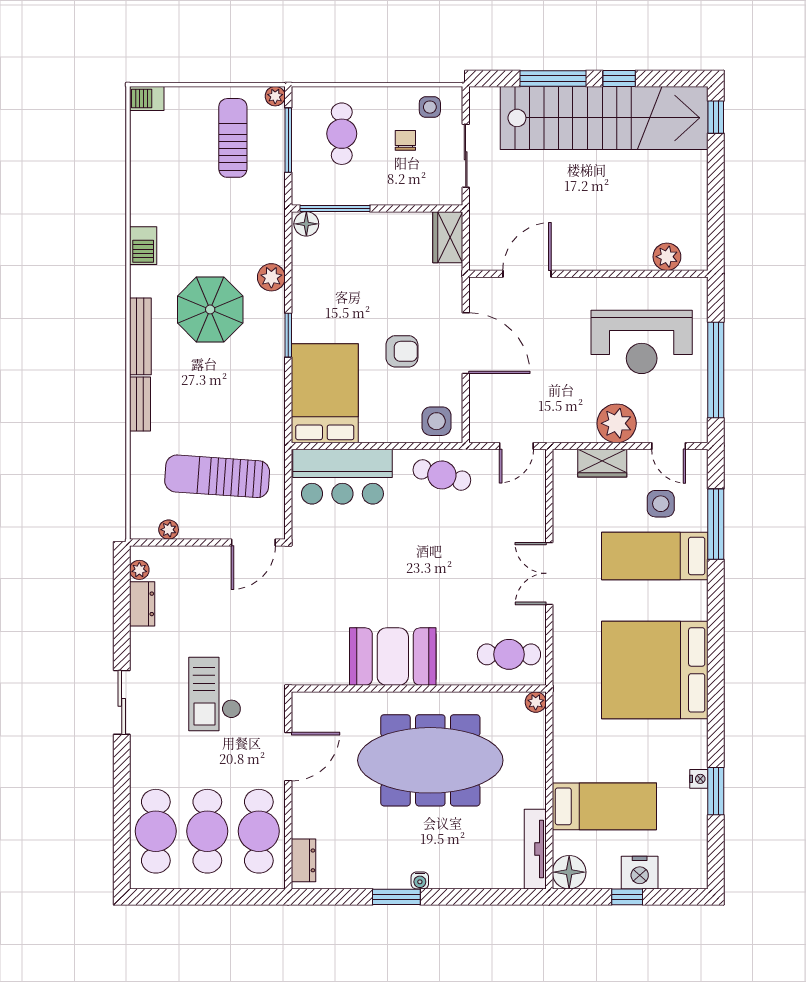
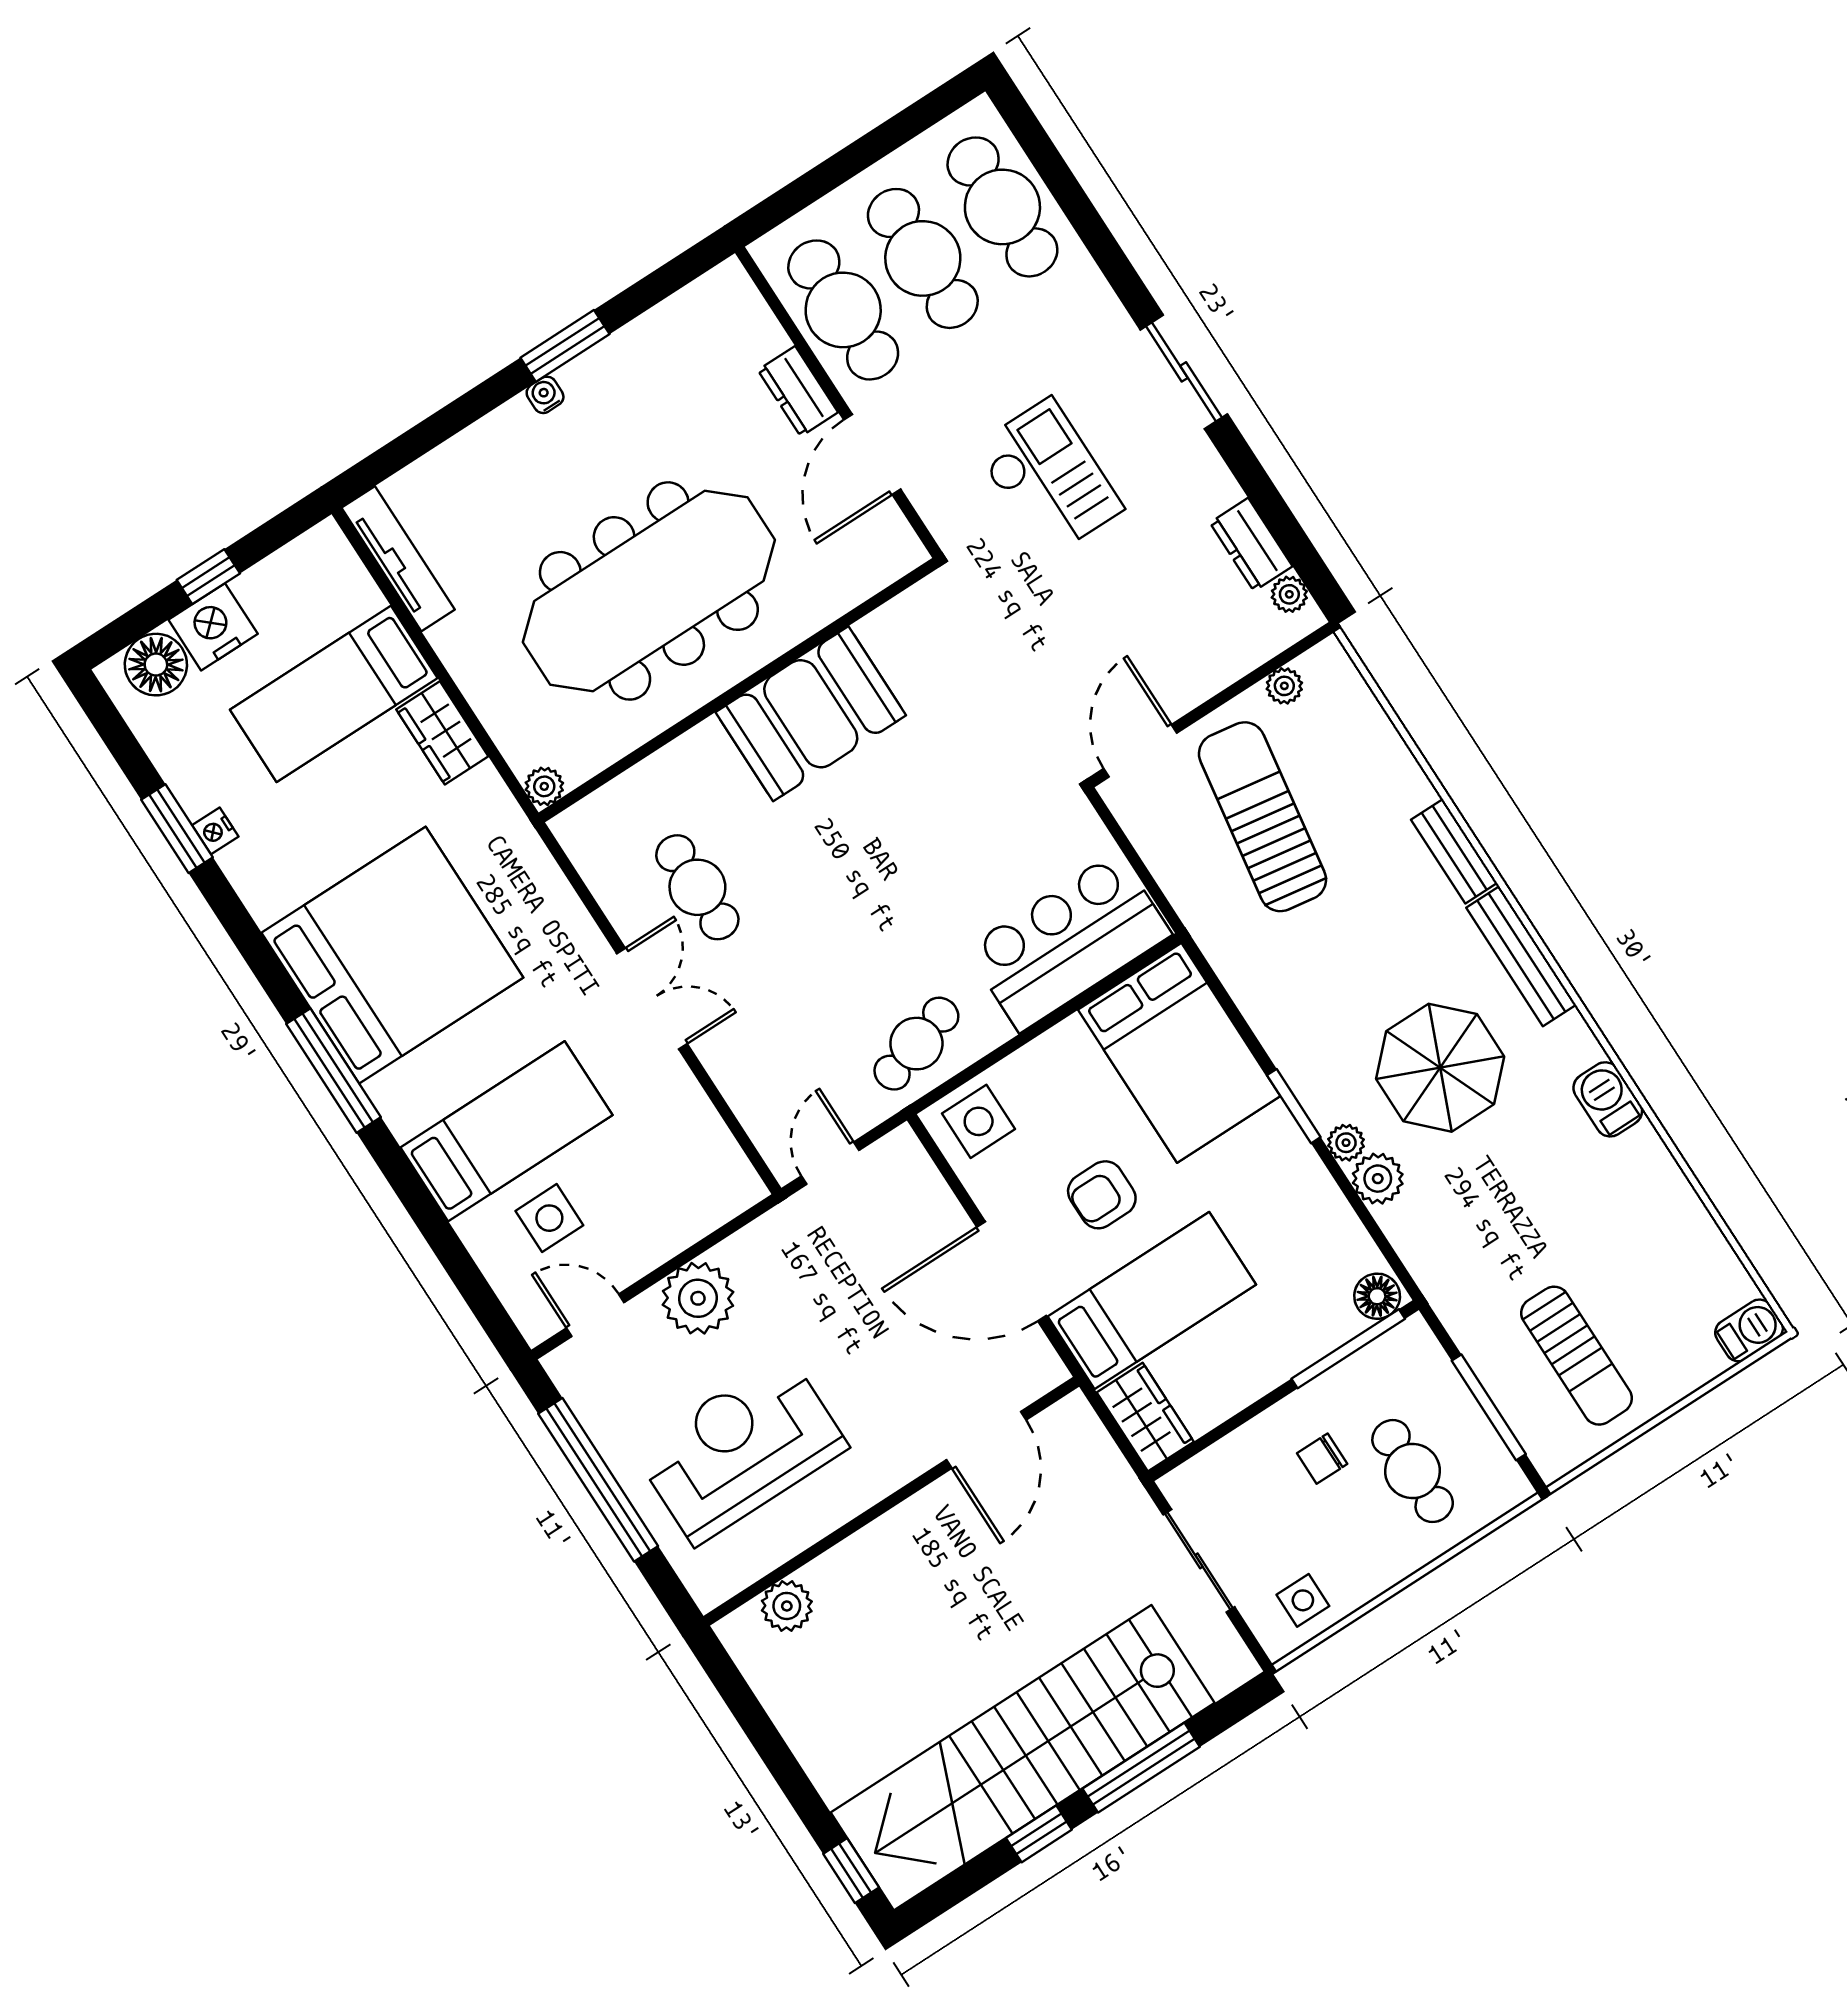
plant: (275, 96) -> (1346, 1143), moved
chair: (405, 140) -> (1322, 1459), moved, turned 90
bed: (410, 288) -> (1152, 1300), added
wardrobe: (602, 463) -> (442, 733), moved, turned -90
cafe table: (442, 475) -> (916, 1044), turned -33
sun lounger: (217, 476) -> (1263, 817), turned -85
window: (716, 524) -> (333, 1071), moved
cafe table: (509, 654) -> (697, 887), moved, turned 90
dresser: (303, 860) -> (798, 391), moved
floor lamp: (569, 872) -> (156, 665), moved

